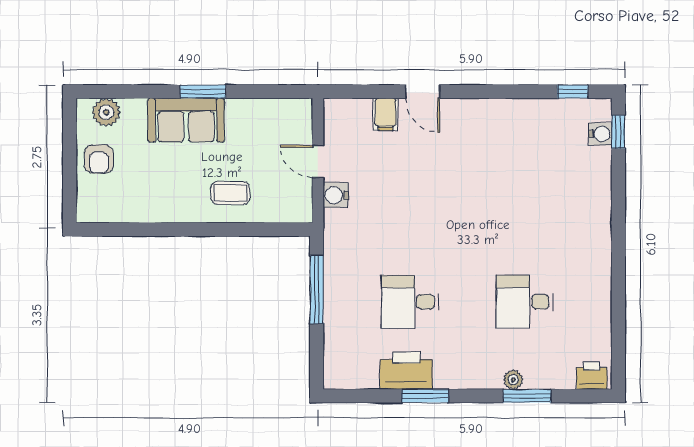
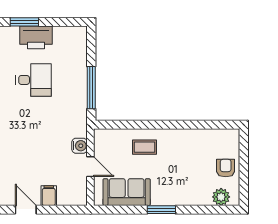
sofa: (186, 120) -> (127, 192), moved

